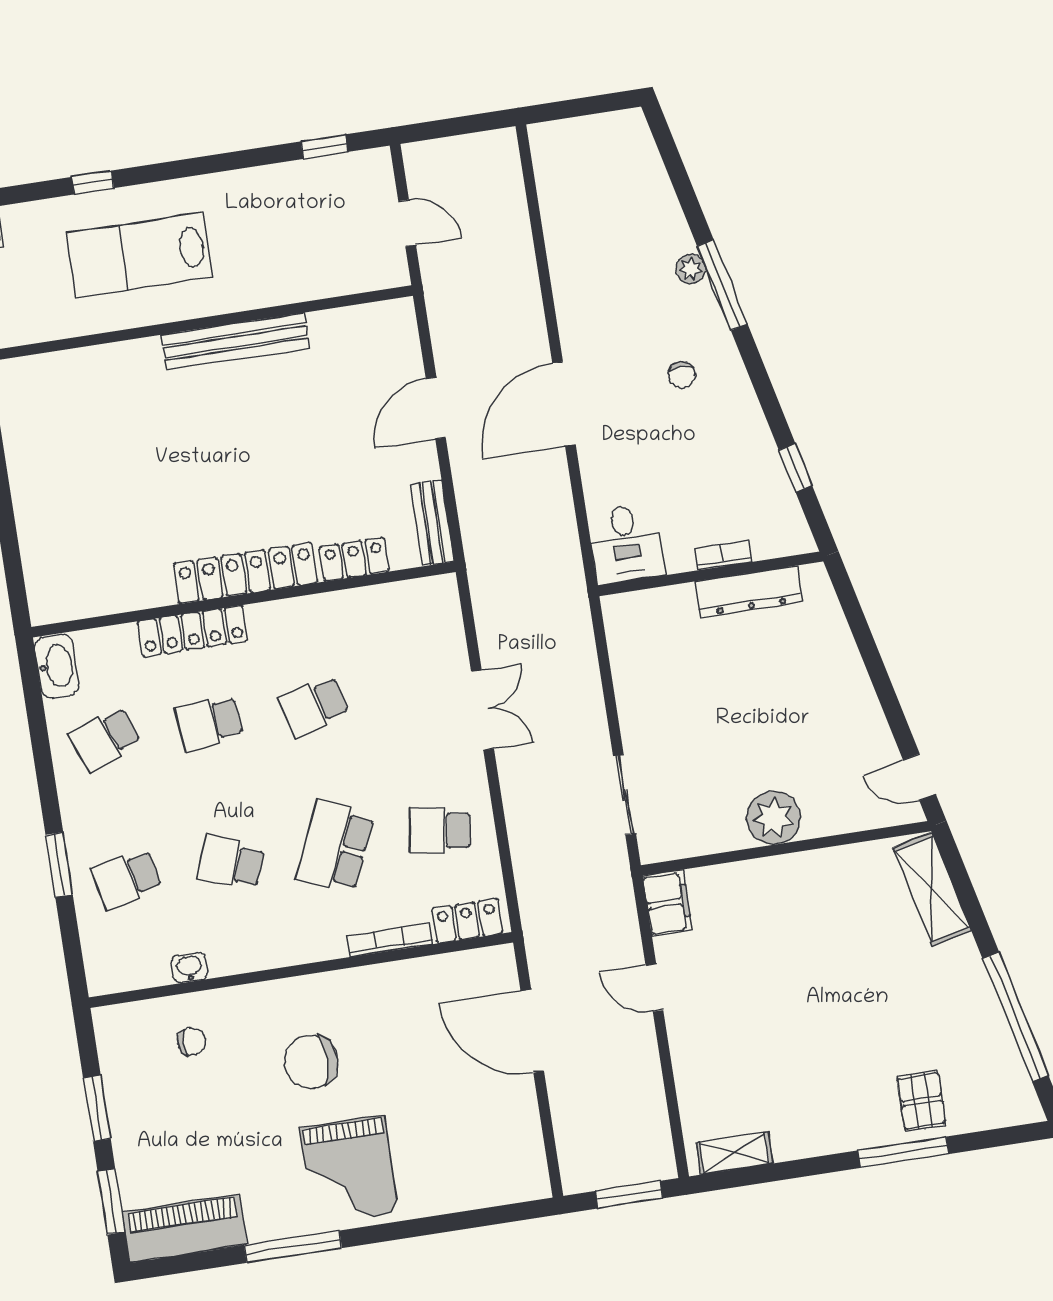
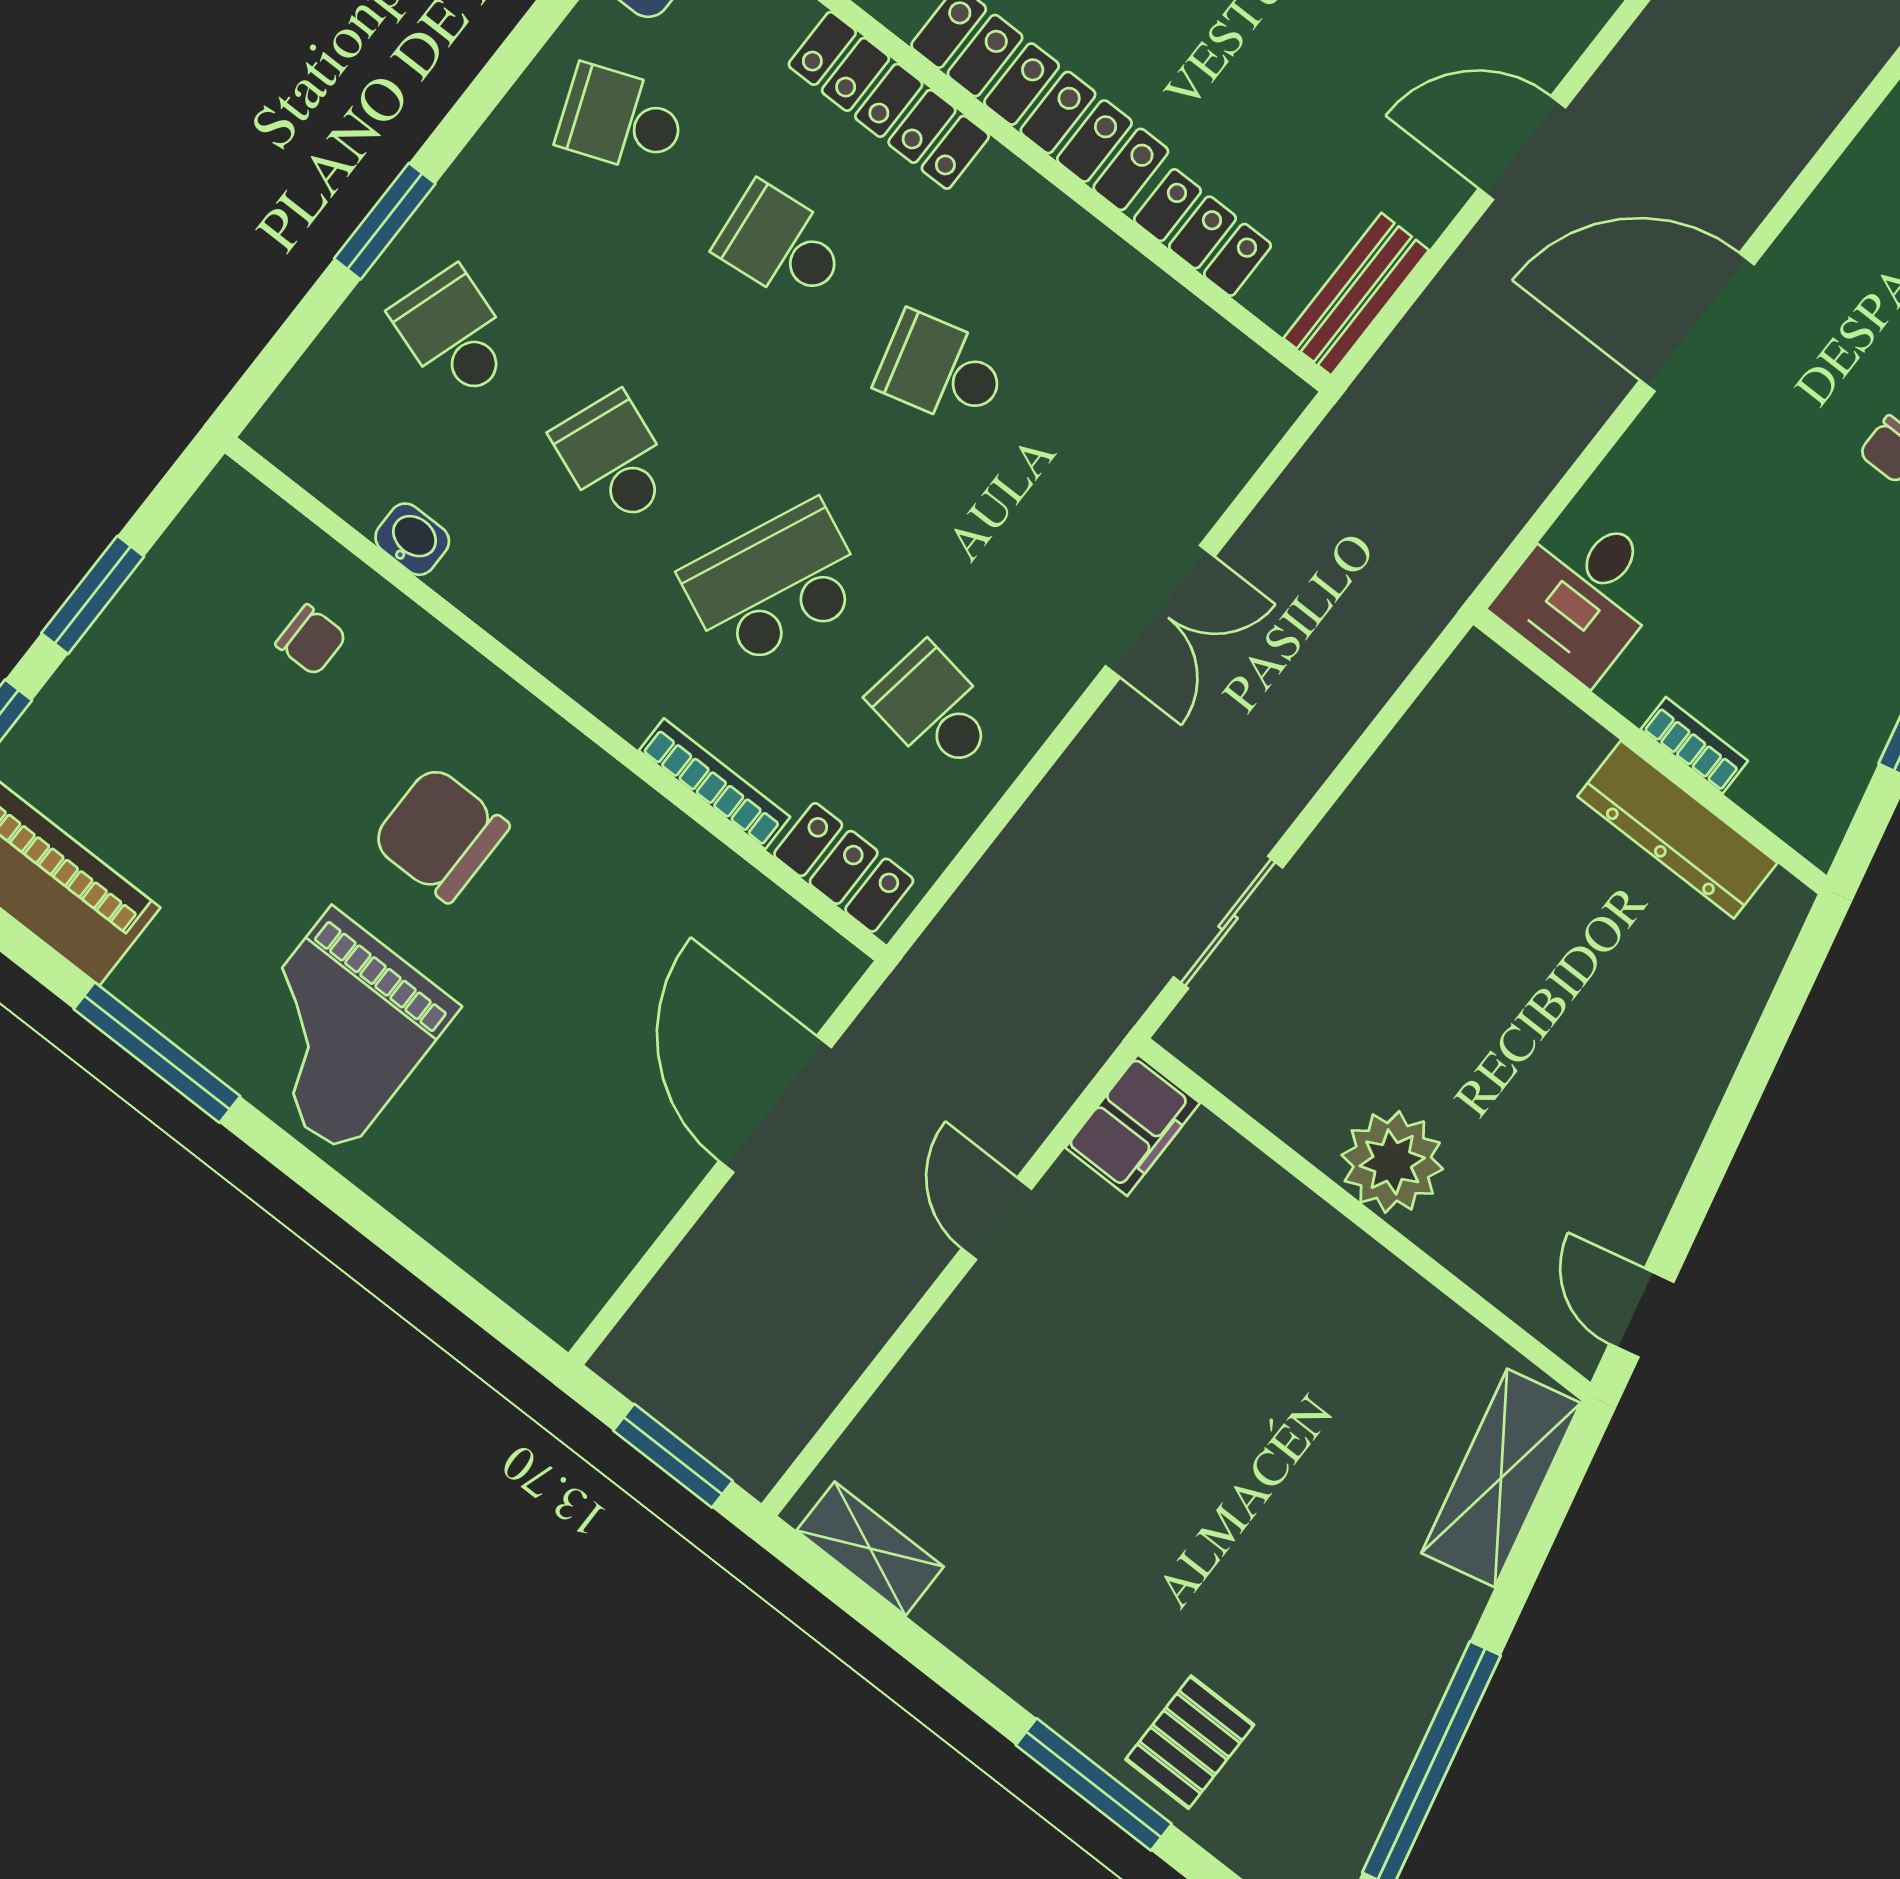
school desk: (127, 879) -> (454, 334), turned 30

